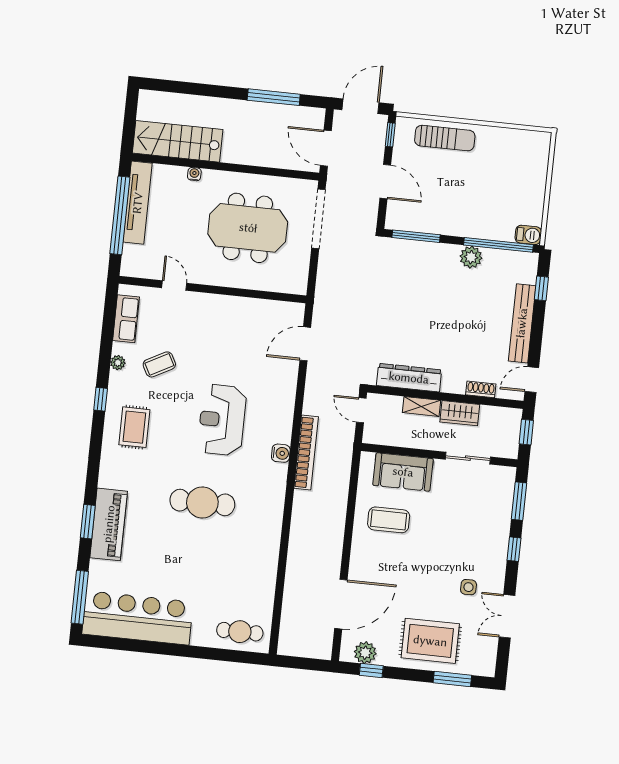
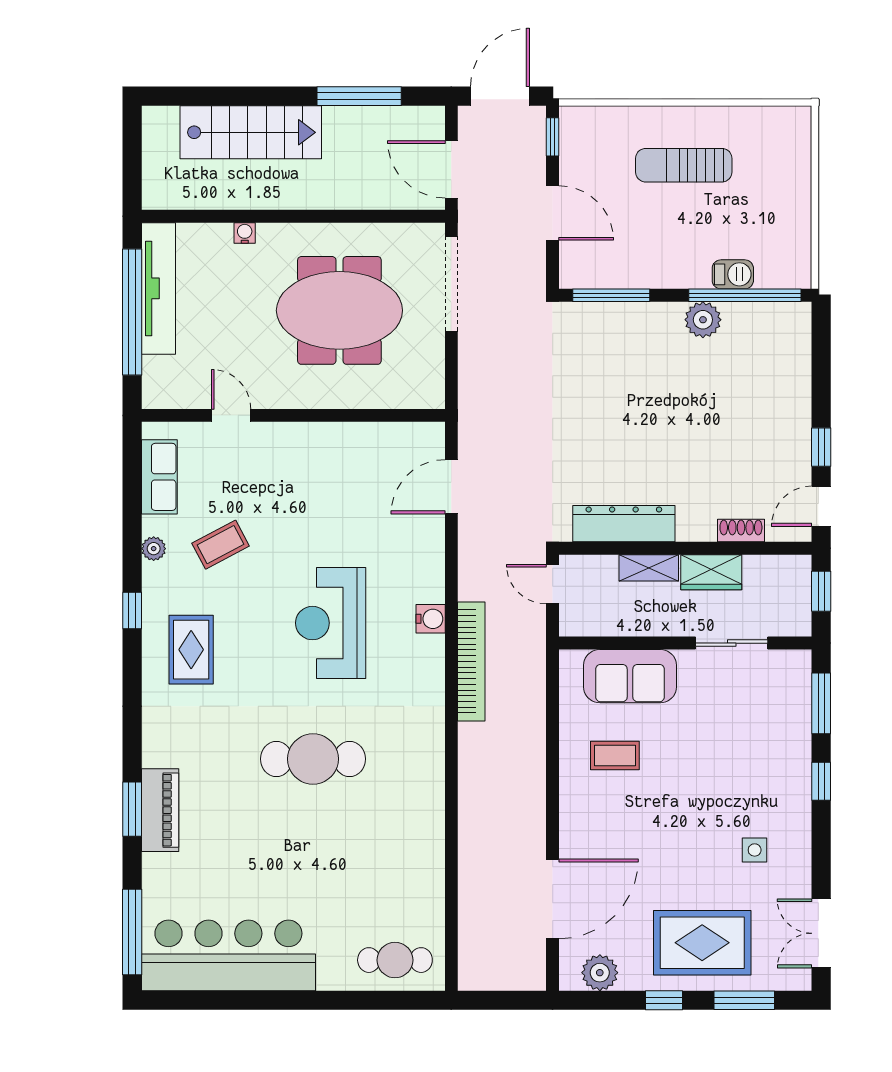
sun lounger: (445, 138) -> (684, 165), moved, turned 180
stairs: (178, 141) -> (251, 132), moved, turned 180
barbecue: (528, 235) -> (733, 274), moved
window: (541, 288) -> (821, 447), moved
bench: (522, 323) -> (796, 417), removed
water cooler: (281, 453) -> (431, 619), moved
coffee table: (389, 520) -> (615, 756), width x0.73, depth x0.77
piano: (109, 524) -> (160, 810), width x0.73, depth x0.75
double door: (507, 616) -> (821, 933), moved
window: (371, 670) -> (664, 1000), moved

